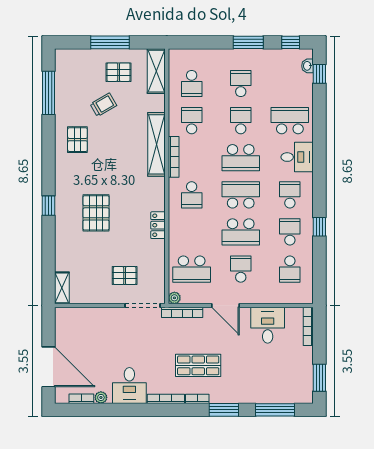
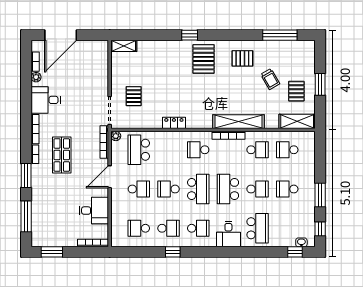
window: (110, 42) -> (320, 84), width x0.69
school desk: (241, 84) -> (287, 189), turned 180
pallet: (96, 213) -> (204, 59), moved, turned 90
school desk: (241, 232) -> (169, 189), width x0.54

